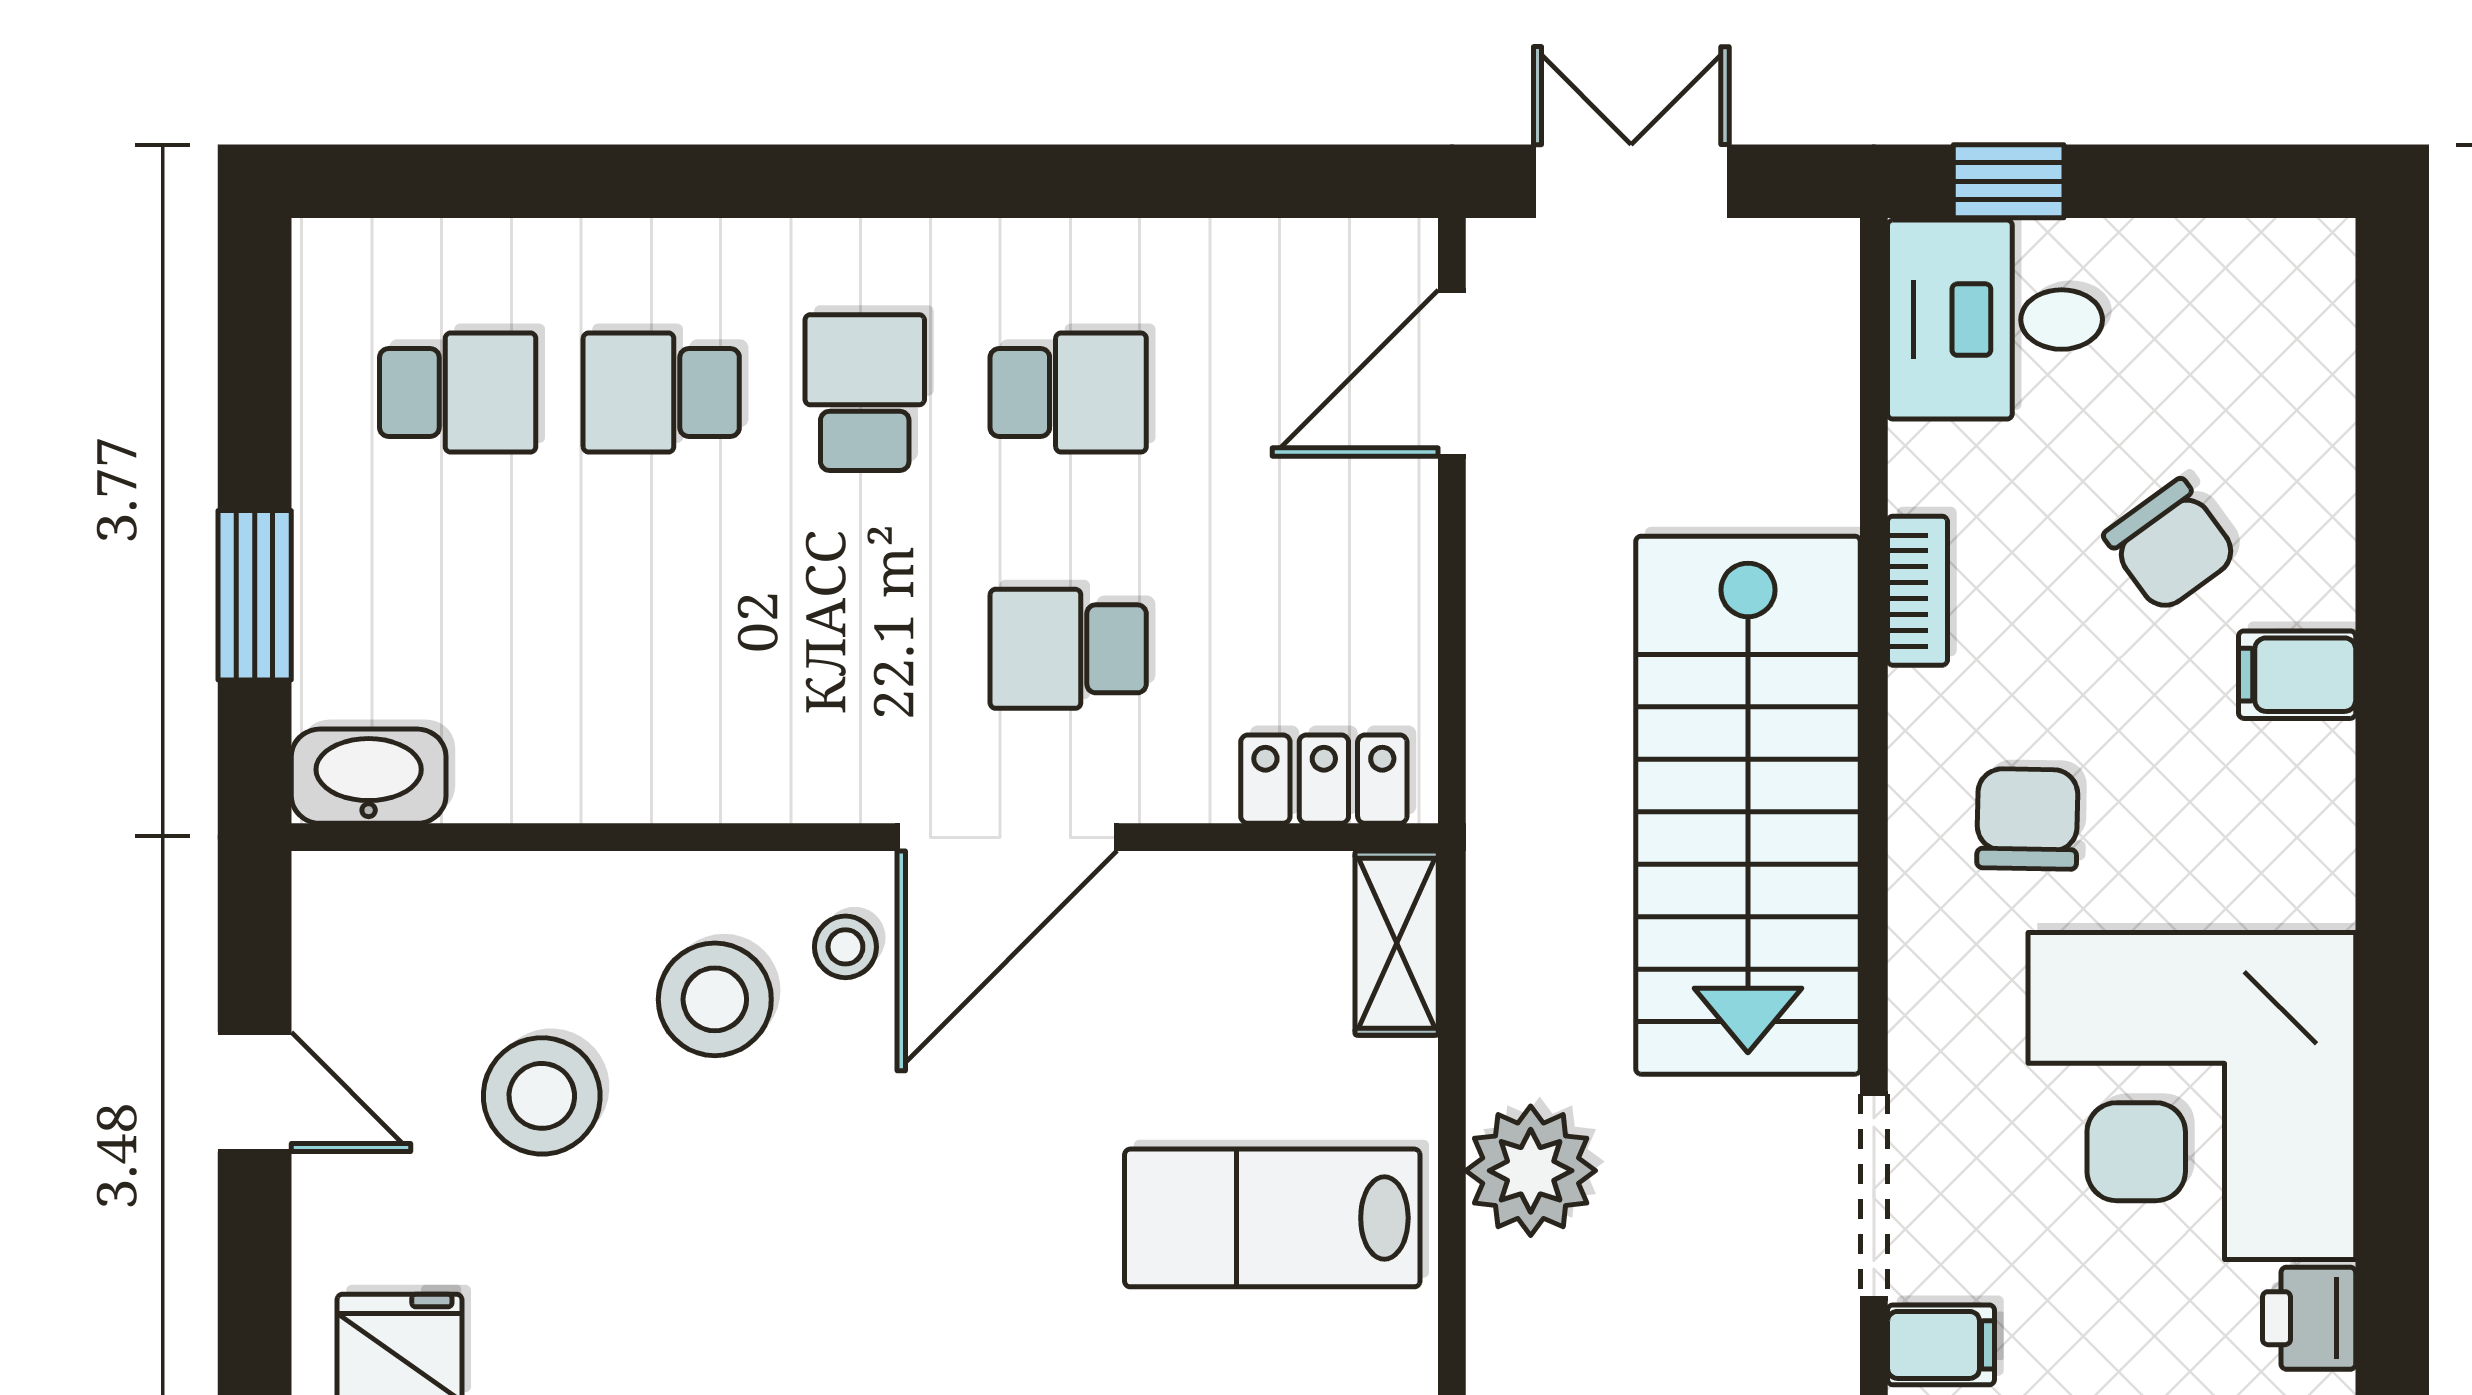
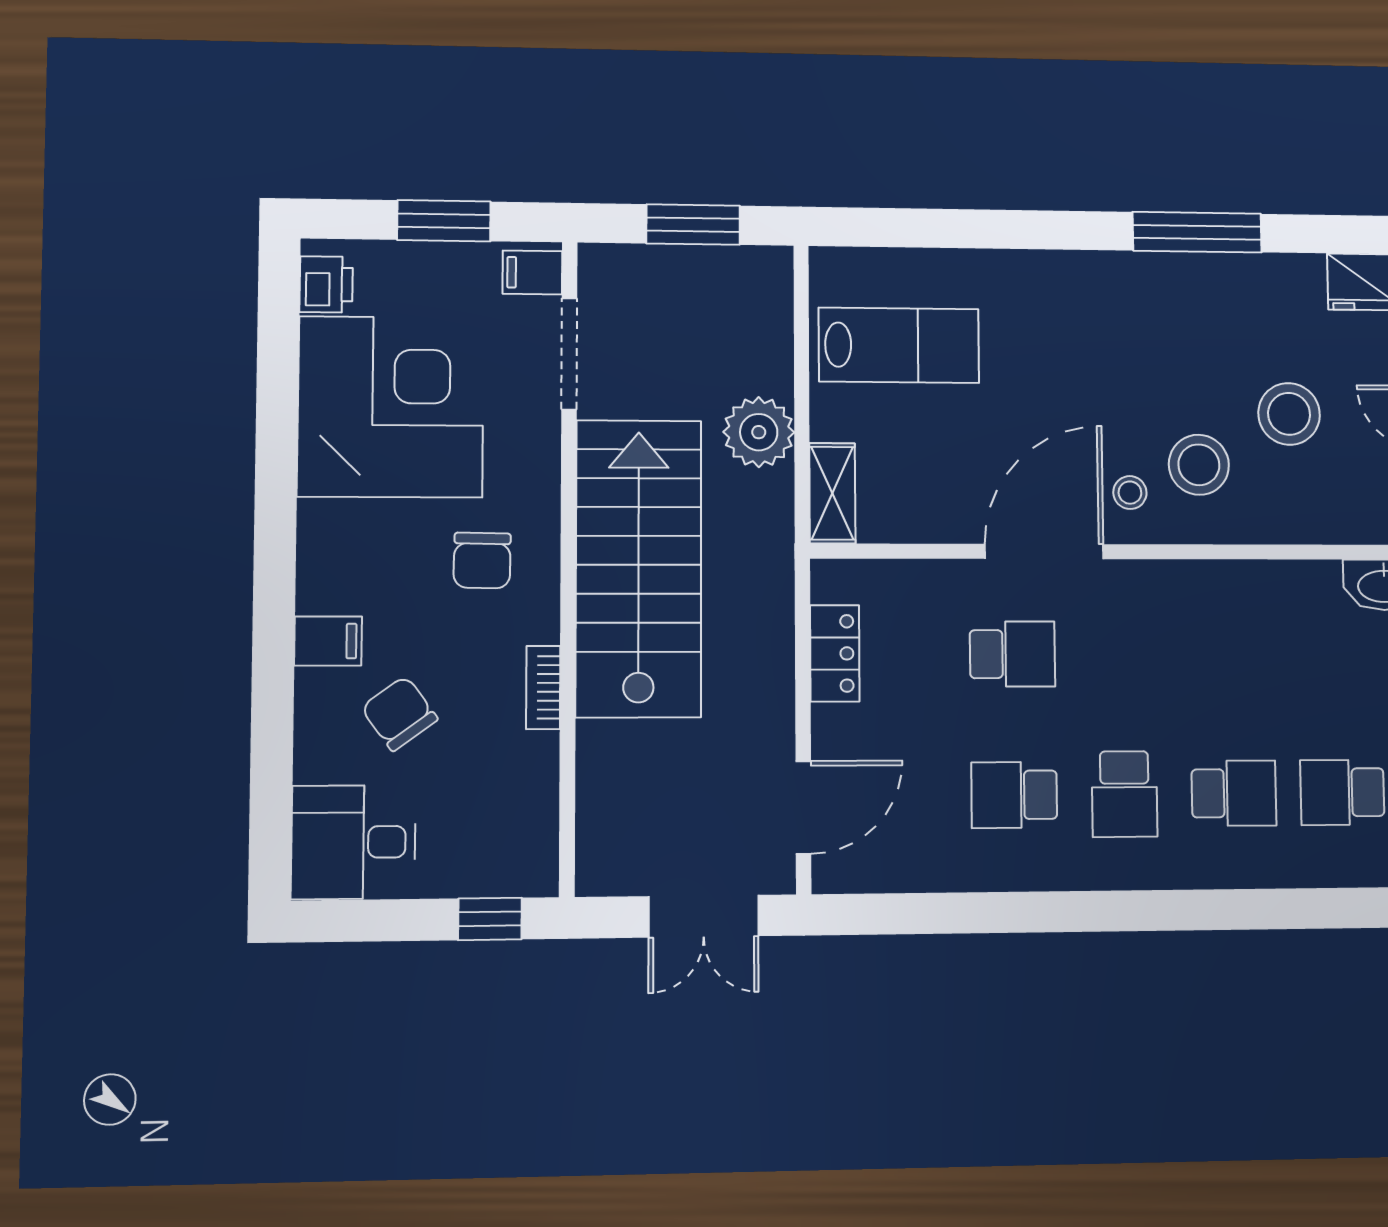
desk: (1995, 320) -> (353, 842), moved, turned 180
locker: (1324, 779) -> (835, 653), moved, turned -90
plant: (1531, 1171) -> (759, 432), moved

